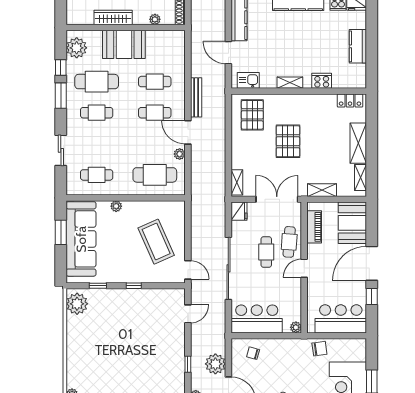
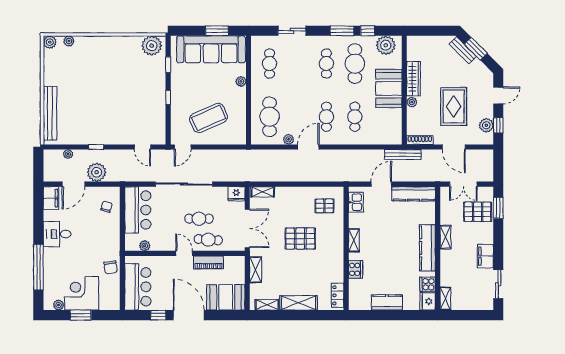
plant: (155, 19) -> (412, 102), moved
bench: (196, 97) -> (403, 155), moved
pallet: (252, 115) -> (324, 206), width x0.67, depth x0.71
piano: (314, 227) -> (208, 262), moved
plant: (296, 327) -> (145, 246), moved

